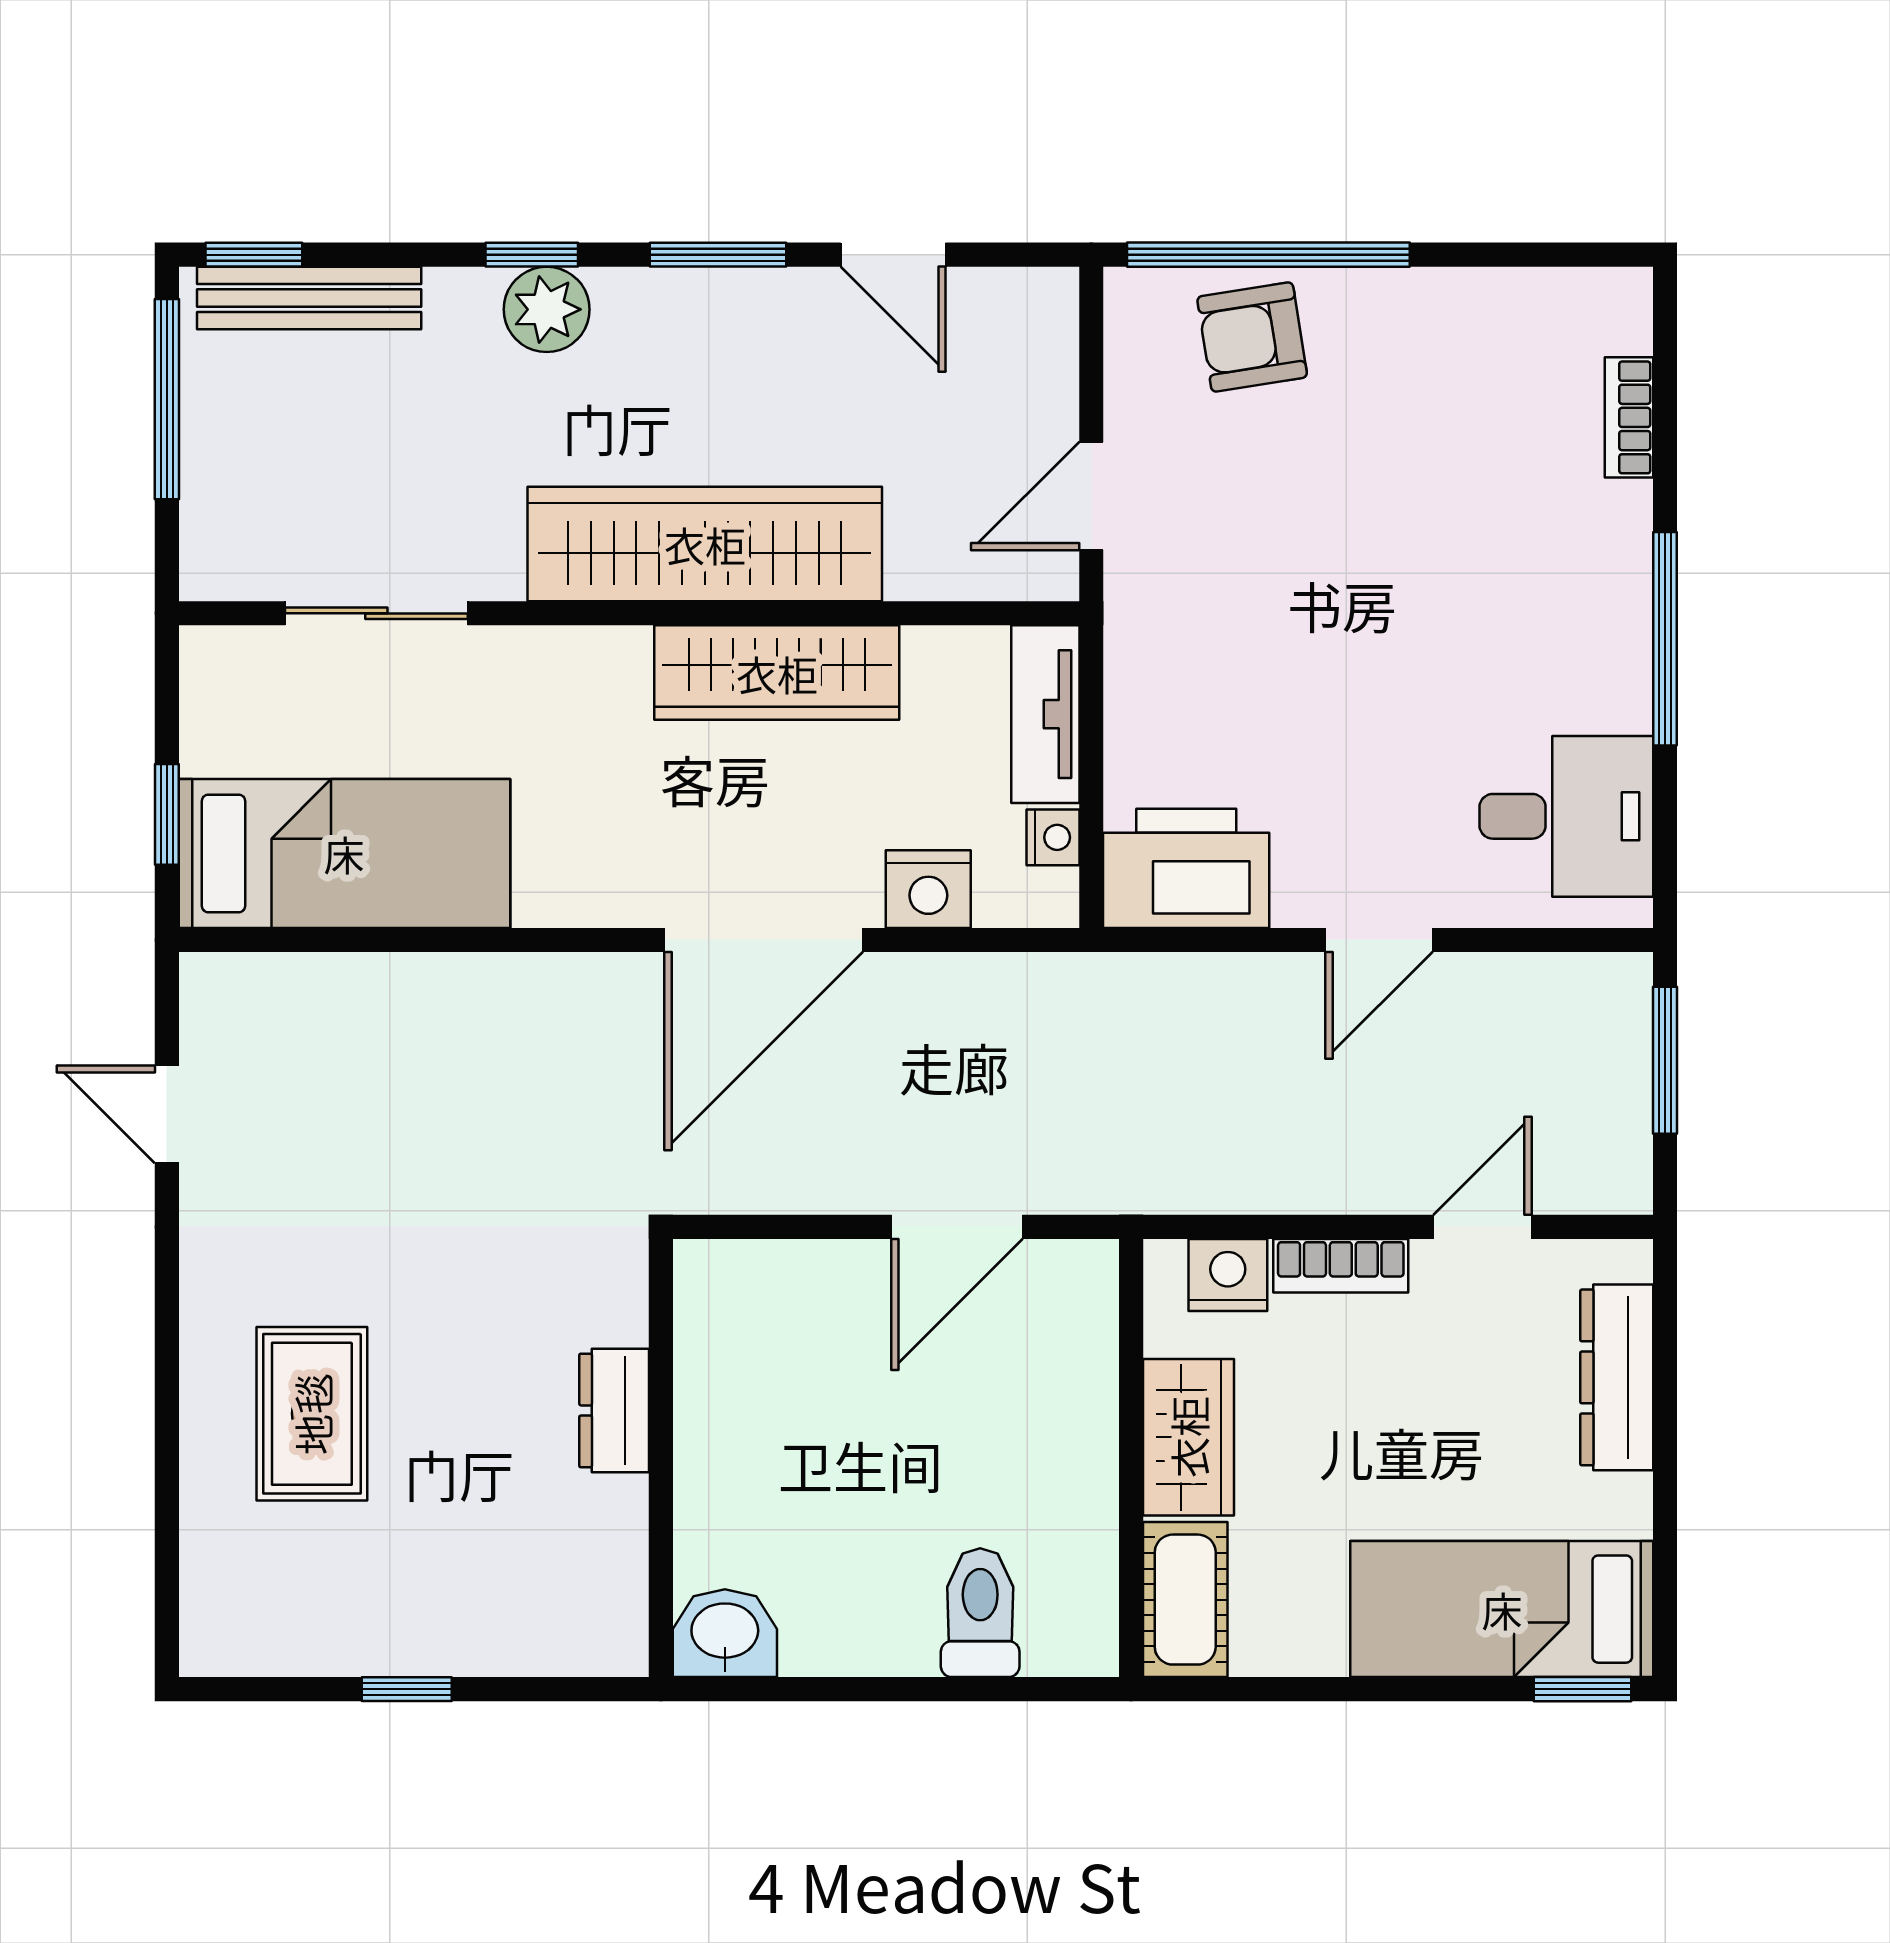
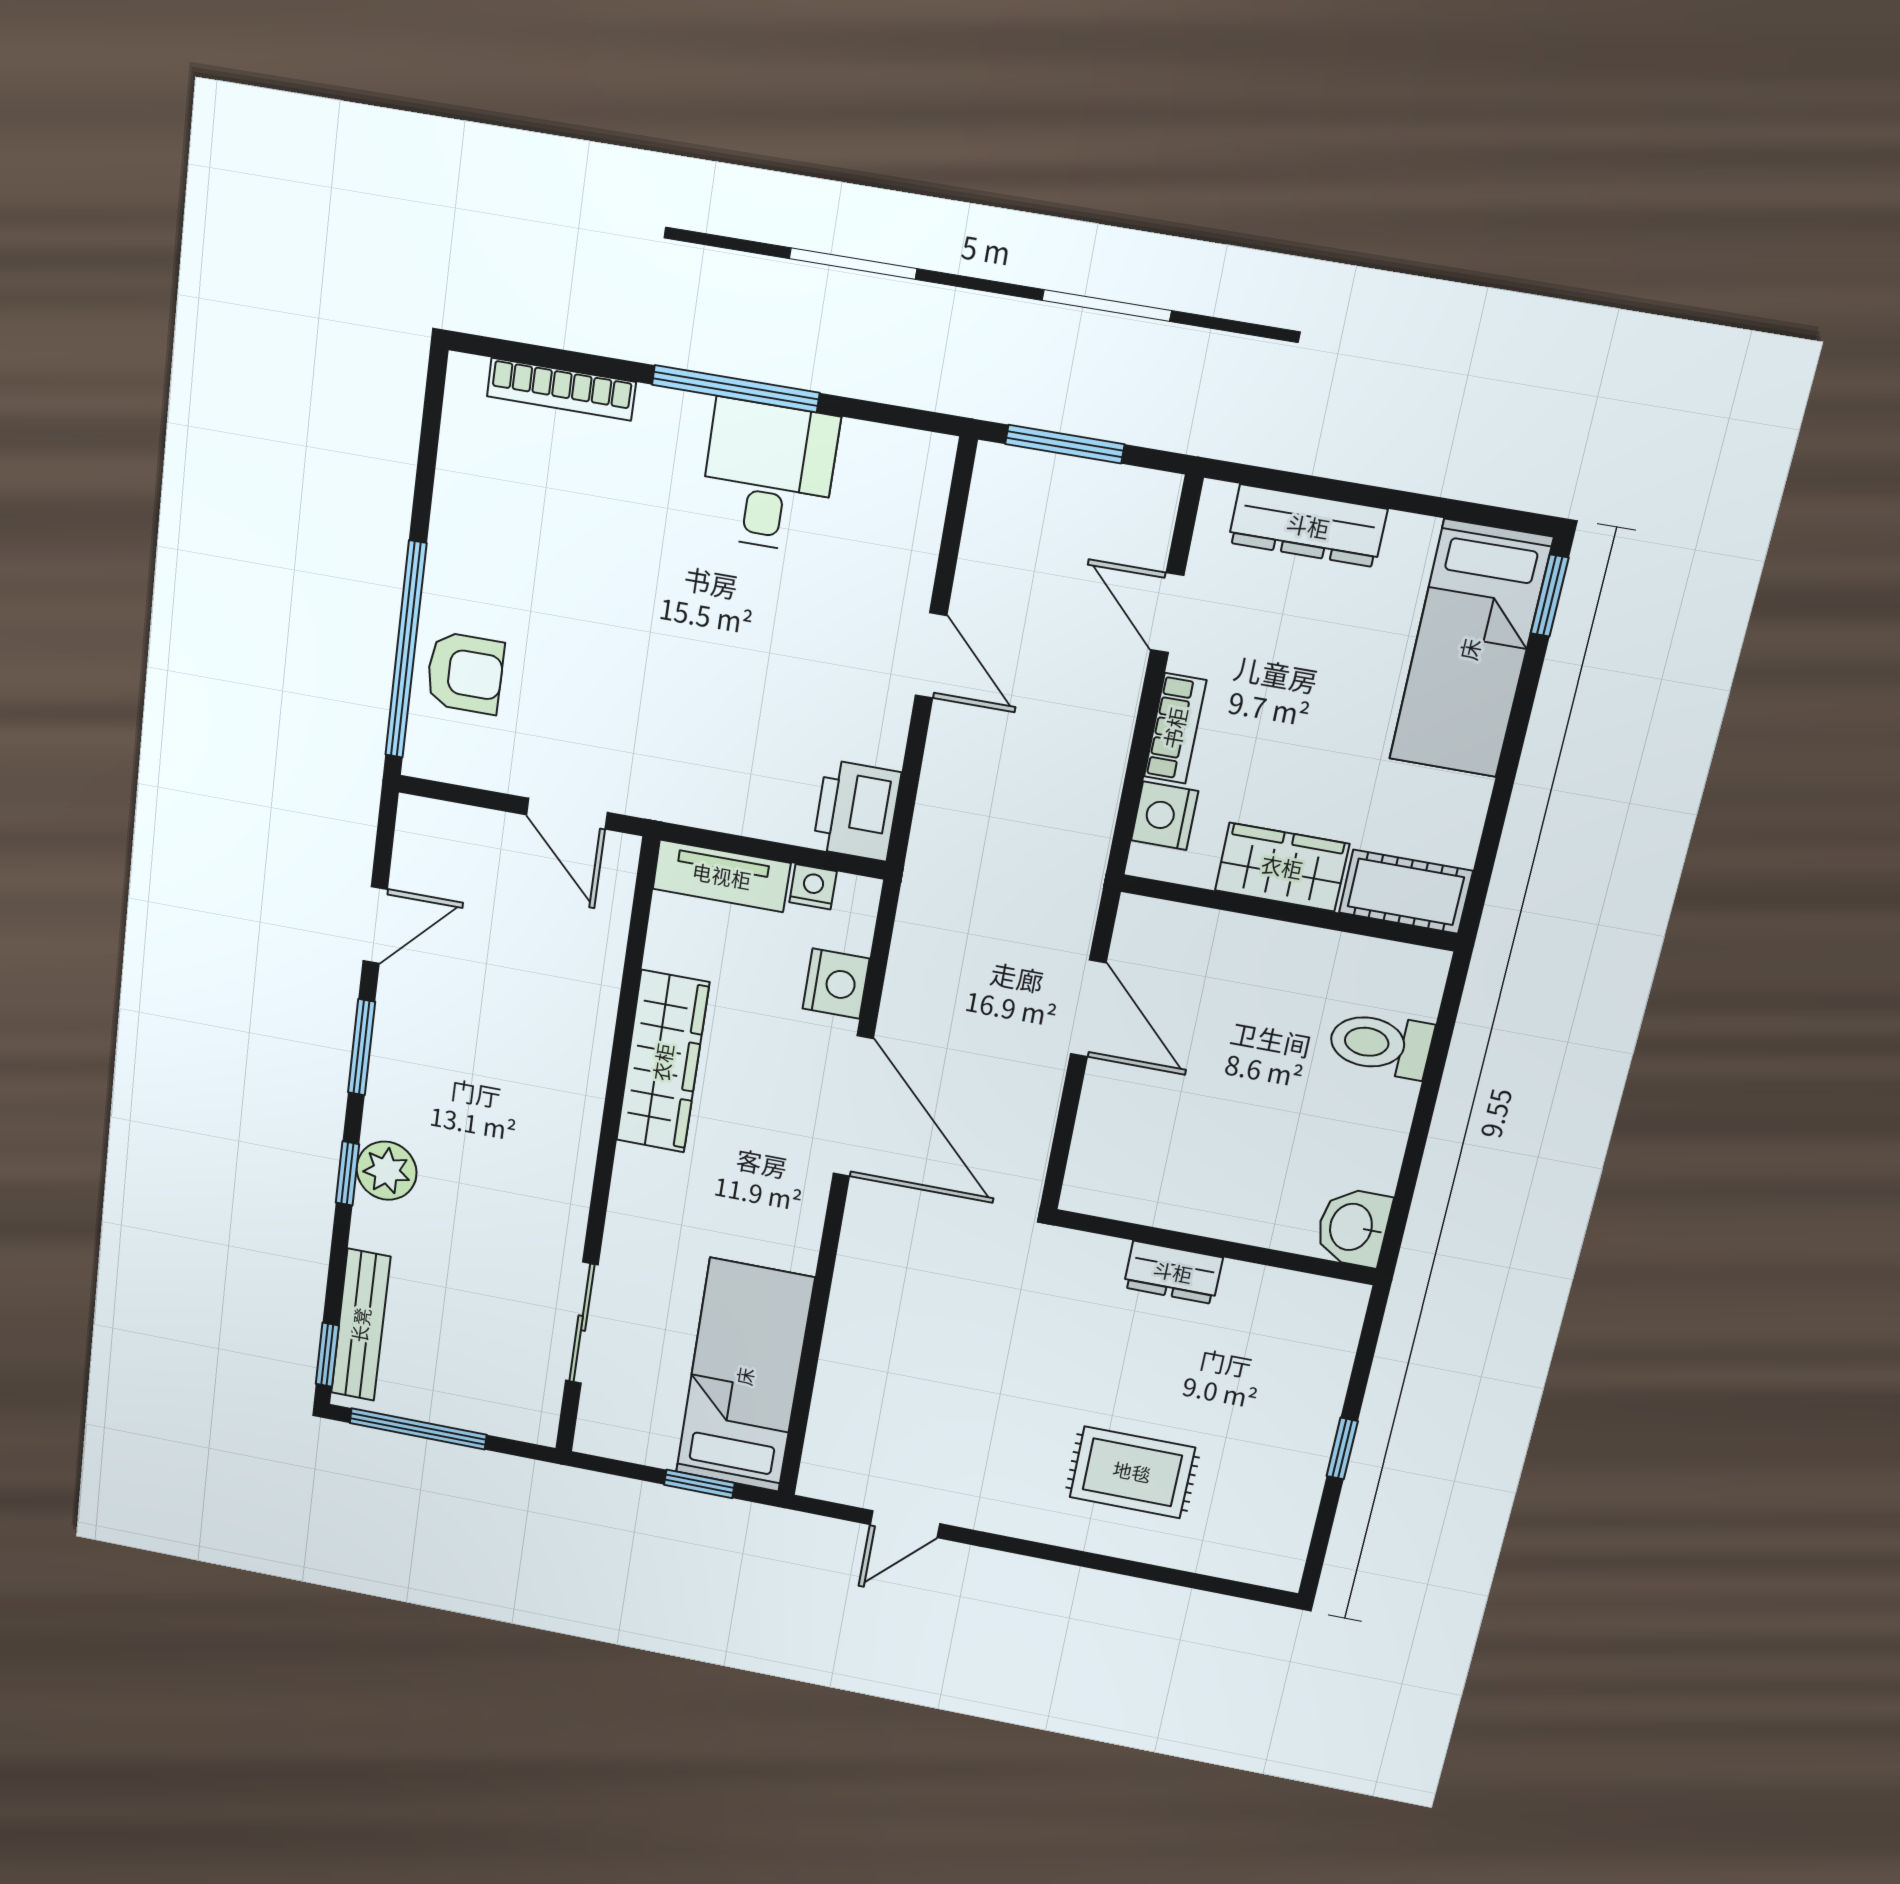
armchair: (1252, 337) -> (465, 673), turned -81
bookcase: (1629, 417) -> (561, 389), width x1.56
wardrobe: (705, 544) -> (564, 1094), removed
desk: (1566, 816) -> (768, 476), moved
printer: (1186, 868) -> (857, 811), width x0.73, depth x0.84

